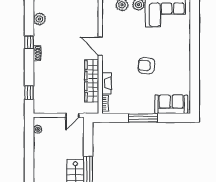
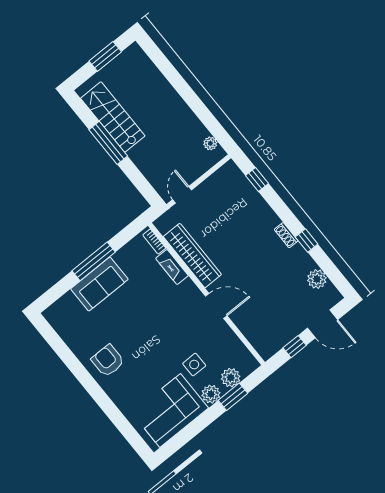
side table: (135, 26) -> (194, 365), added
armchair: (146, 66) -> (108, 361), moved, turned -96
sofa: (171, 104) -> (99, 284), moved

